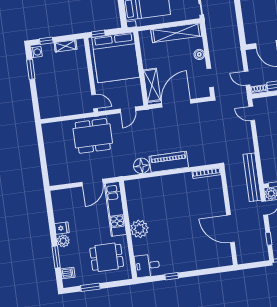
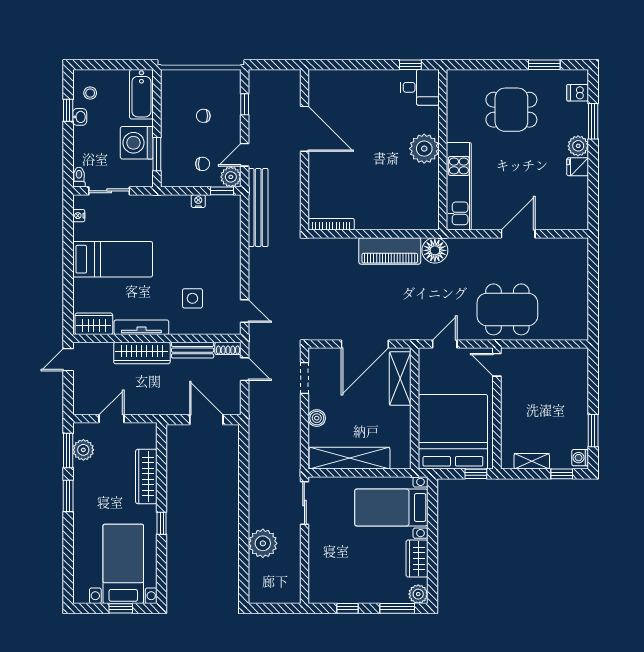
kitchen unit: (115, 209) -> (459, 186), moved
plant: (139, 229) -> (424, 149), moved
wall: (128, 230) -> (443, 150), moved
desk: (147, 266) -> (420, 87), moved

